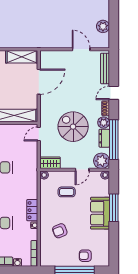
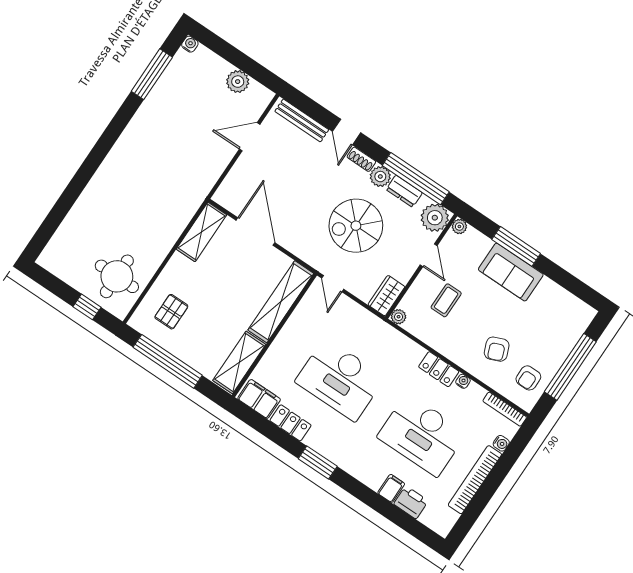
armchair: (85, 256) -> (528, 378), moved

